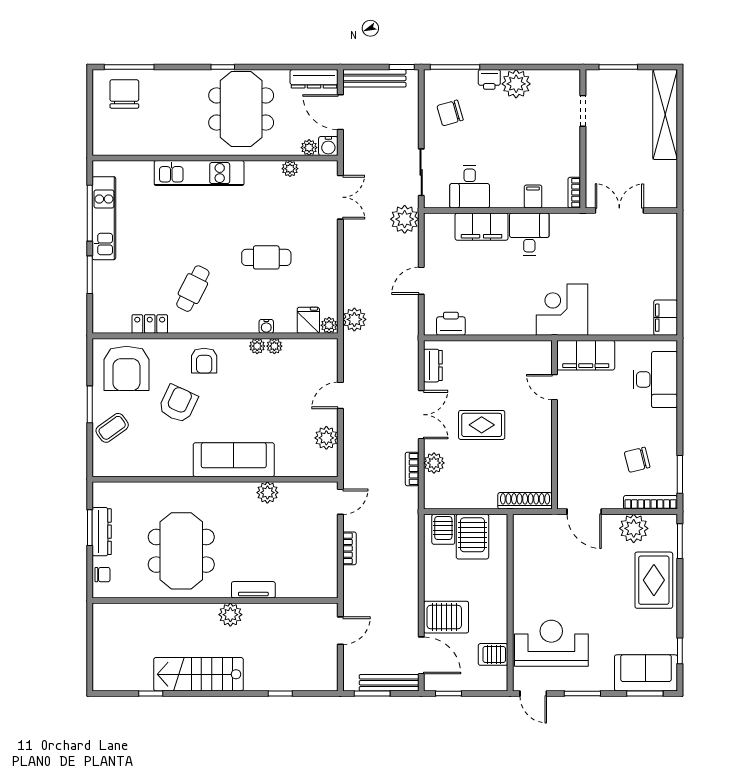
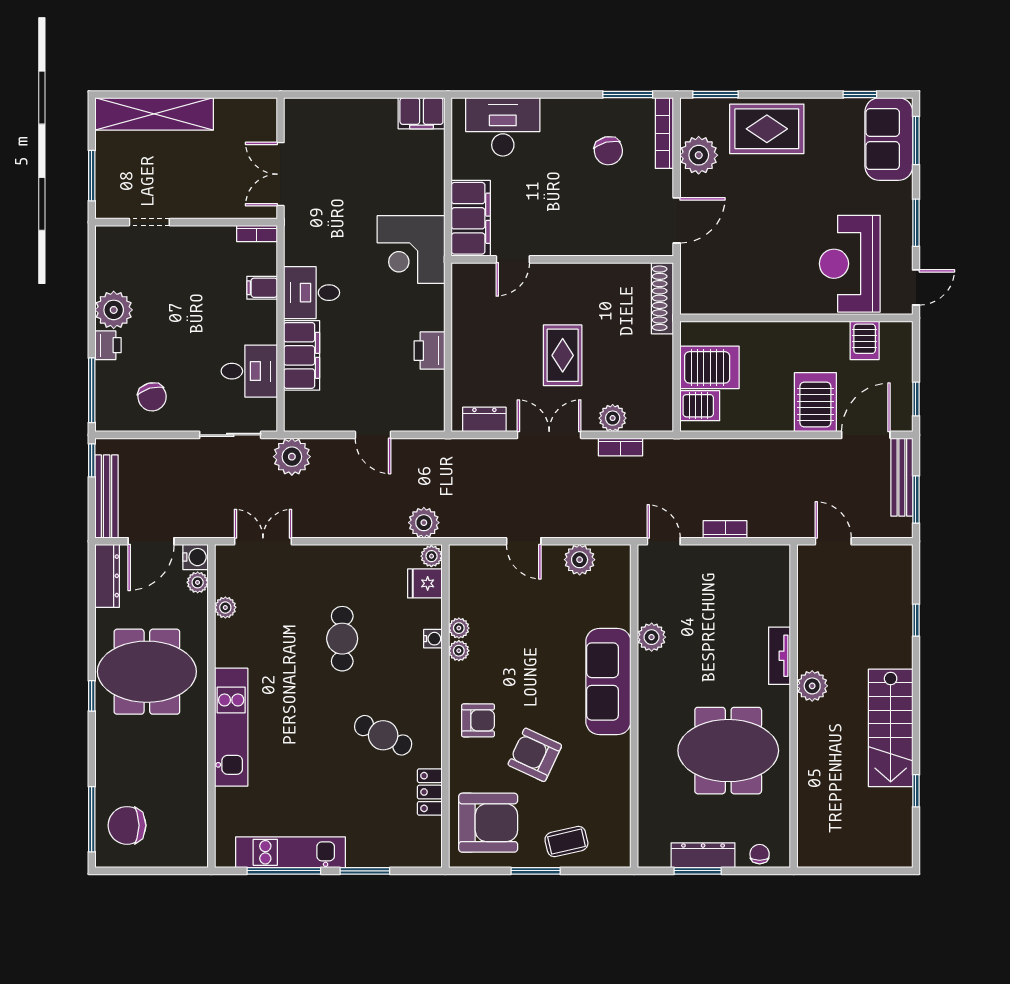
printer: (451, 324) -> (429, 351), moved
coffee table: (112, 428) -> (566, 842), turned -67

